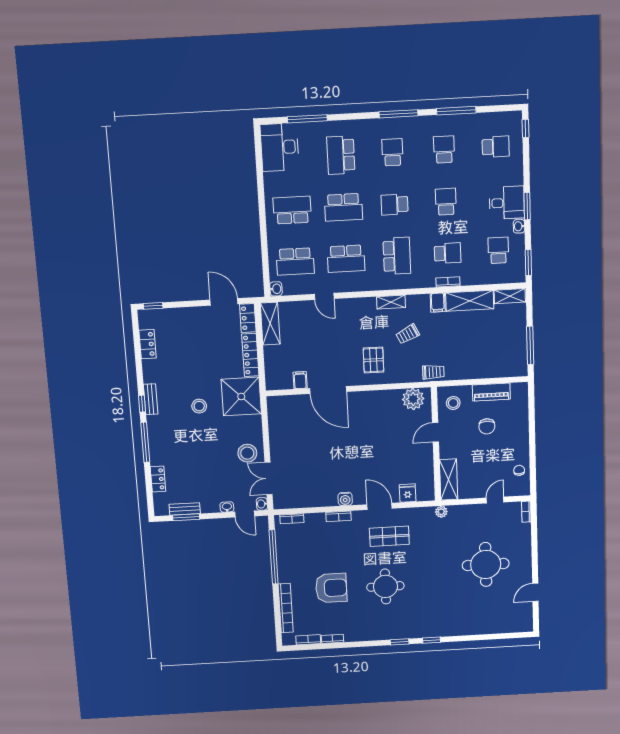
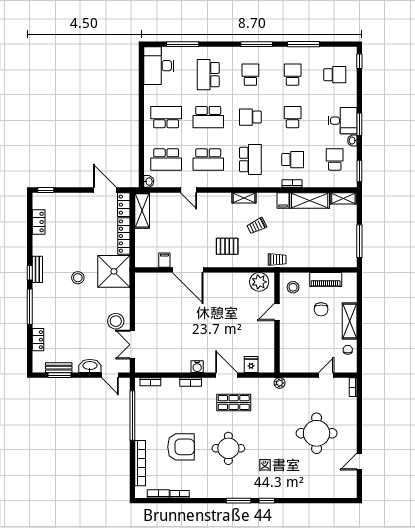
pallet: (373, 360) -> (227, 246), turned 90
shelving: (449, 479) -> (350, 321), moved
washbasin: (262, 504) -> (125, 367), removed
washbasin: (227, 507) -> (90, 366), width x1.91, depth x1.45
window: (400, 642) -> (239, 501), width x1.50

